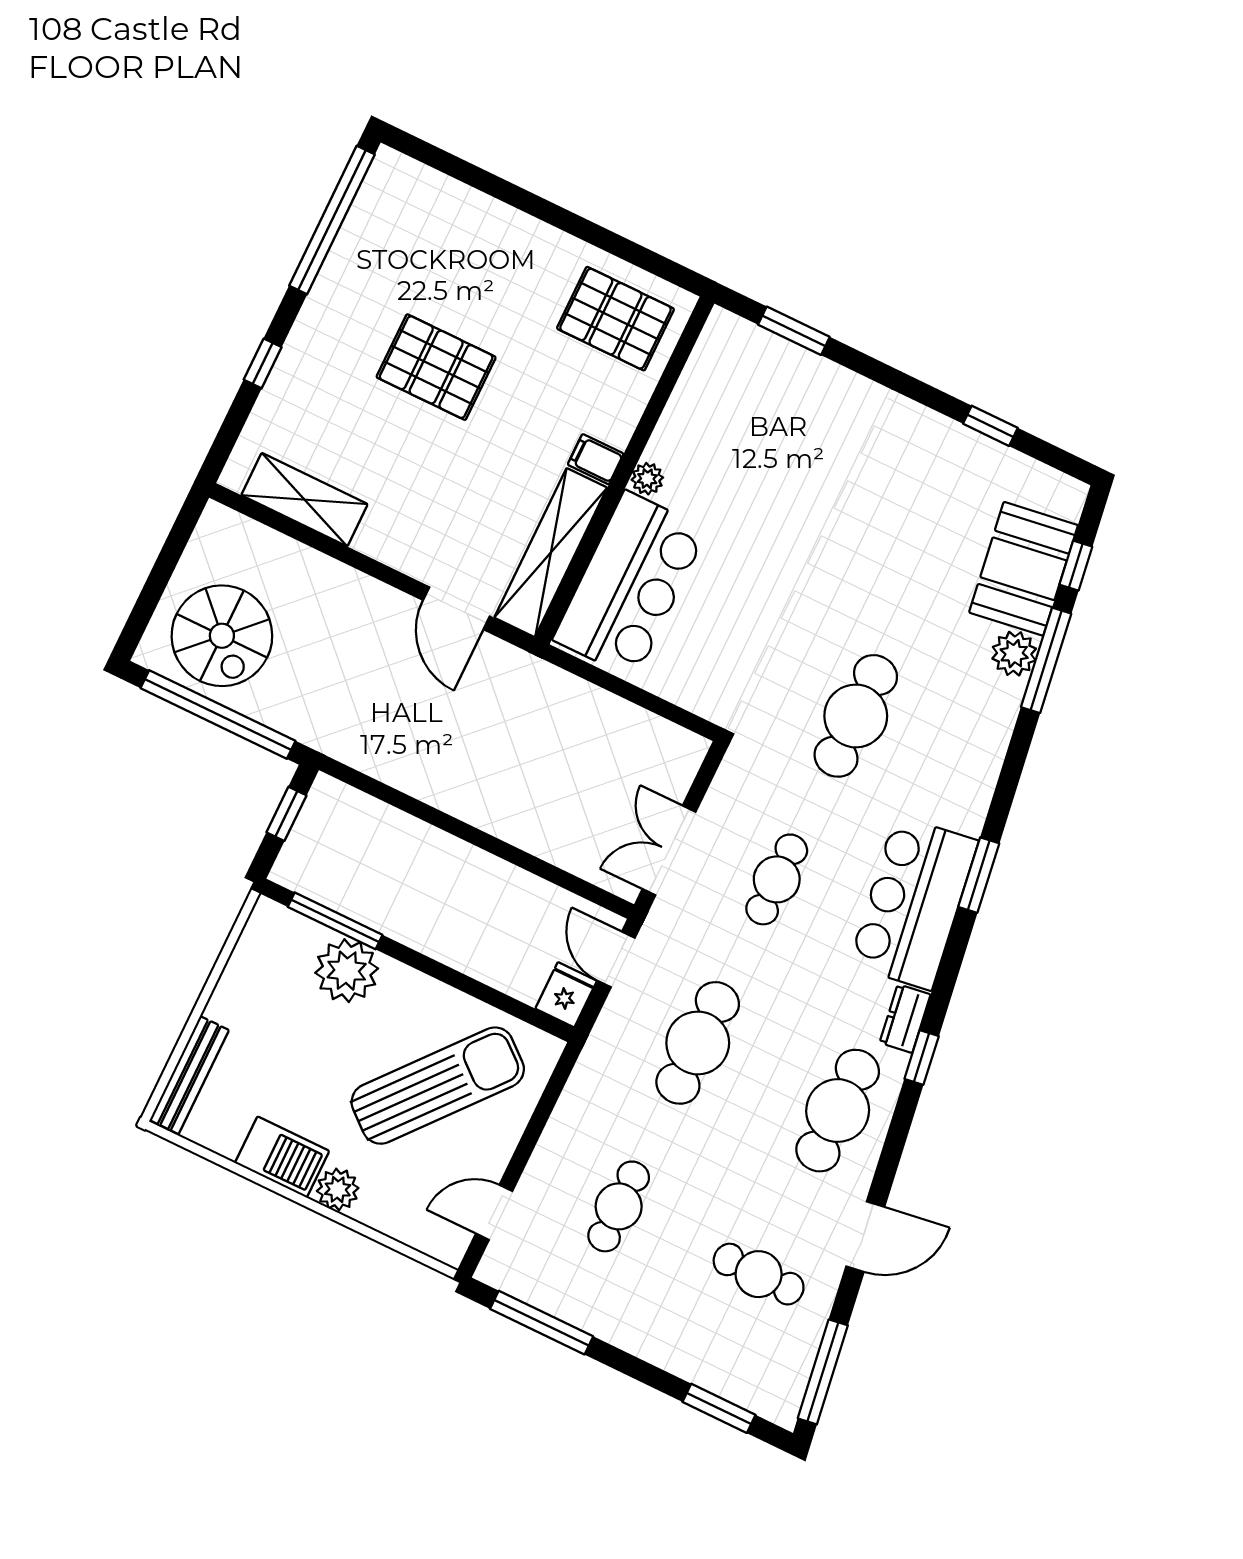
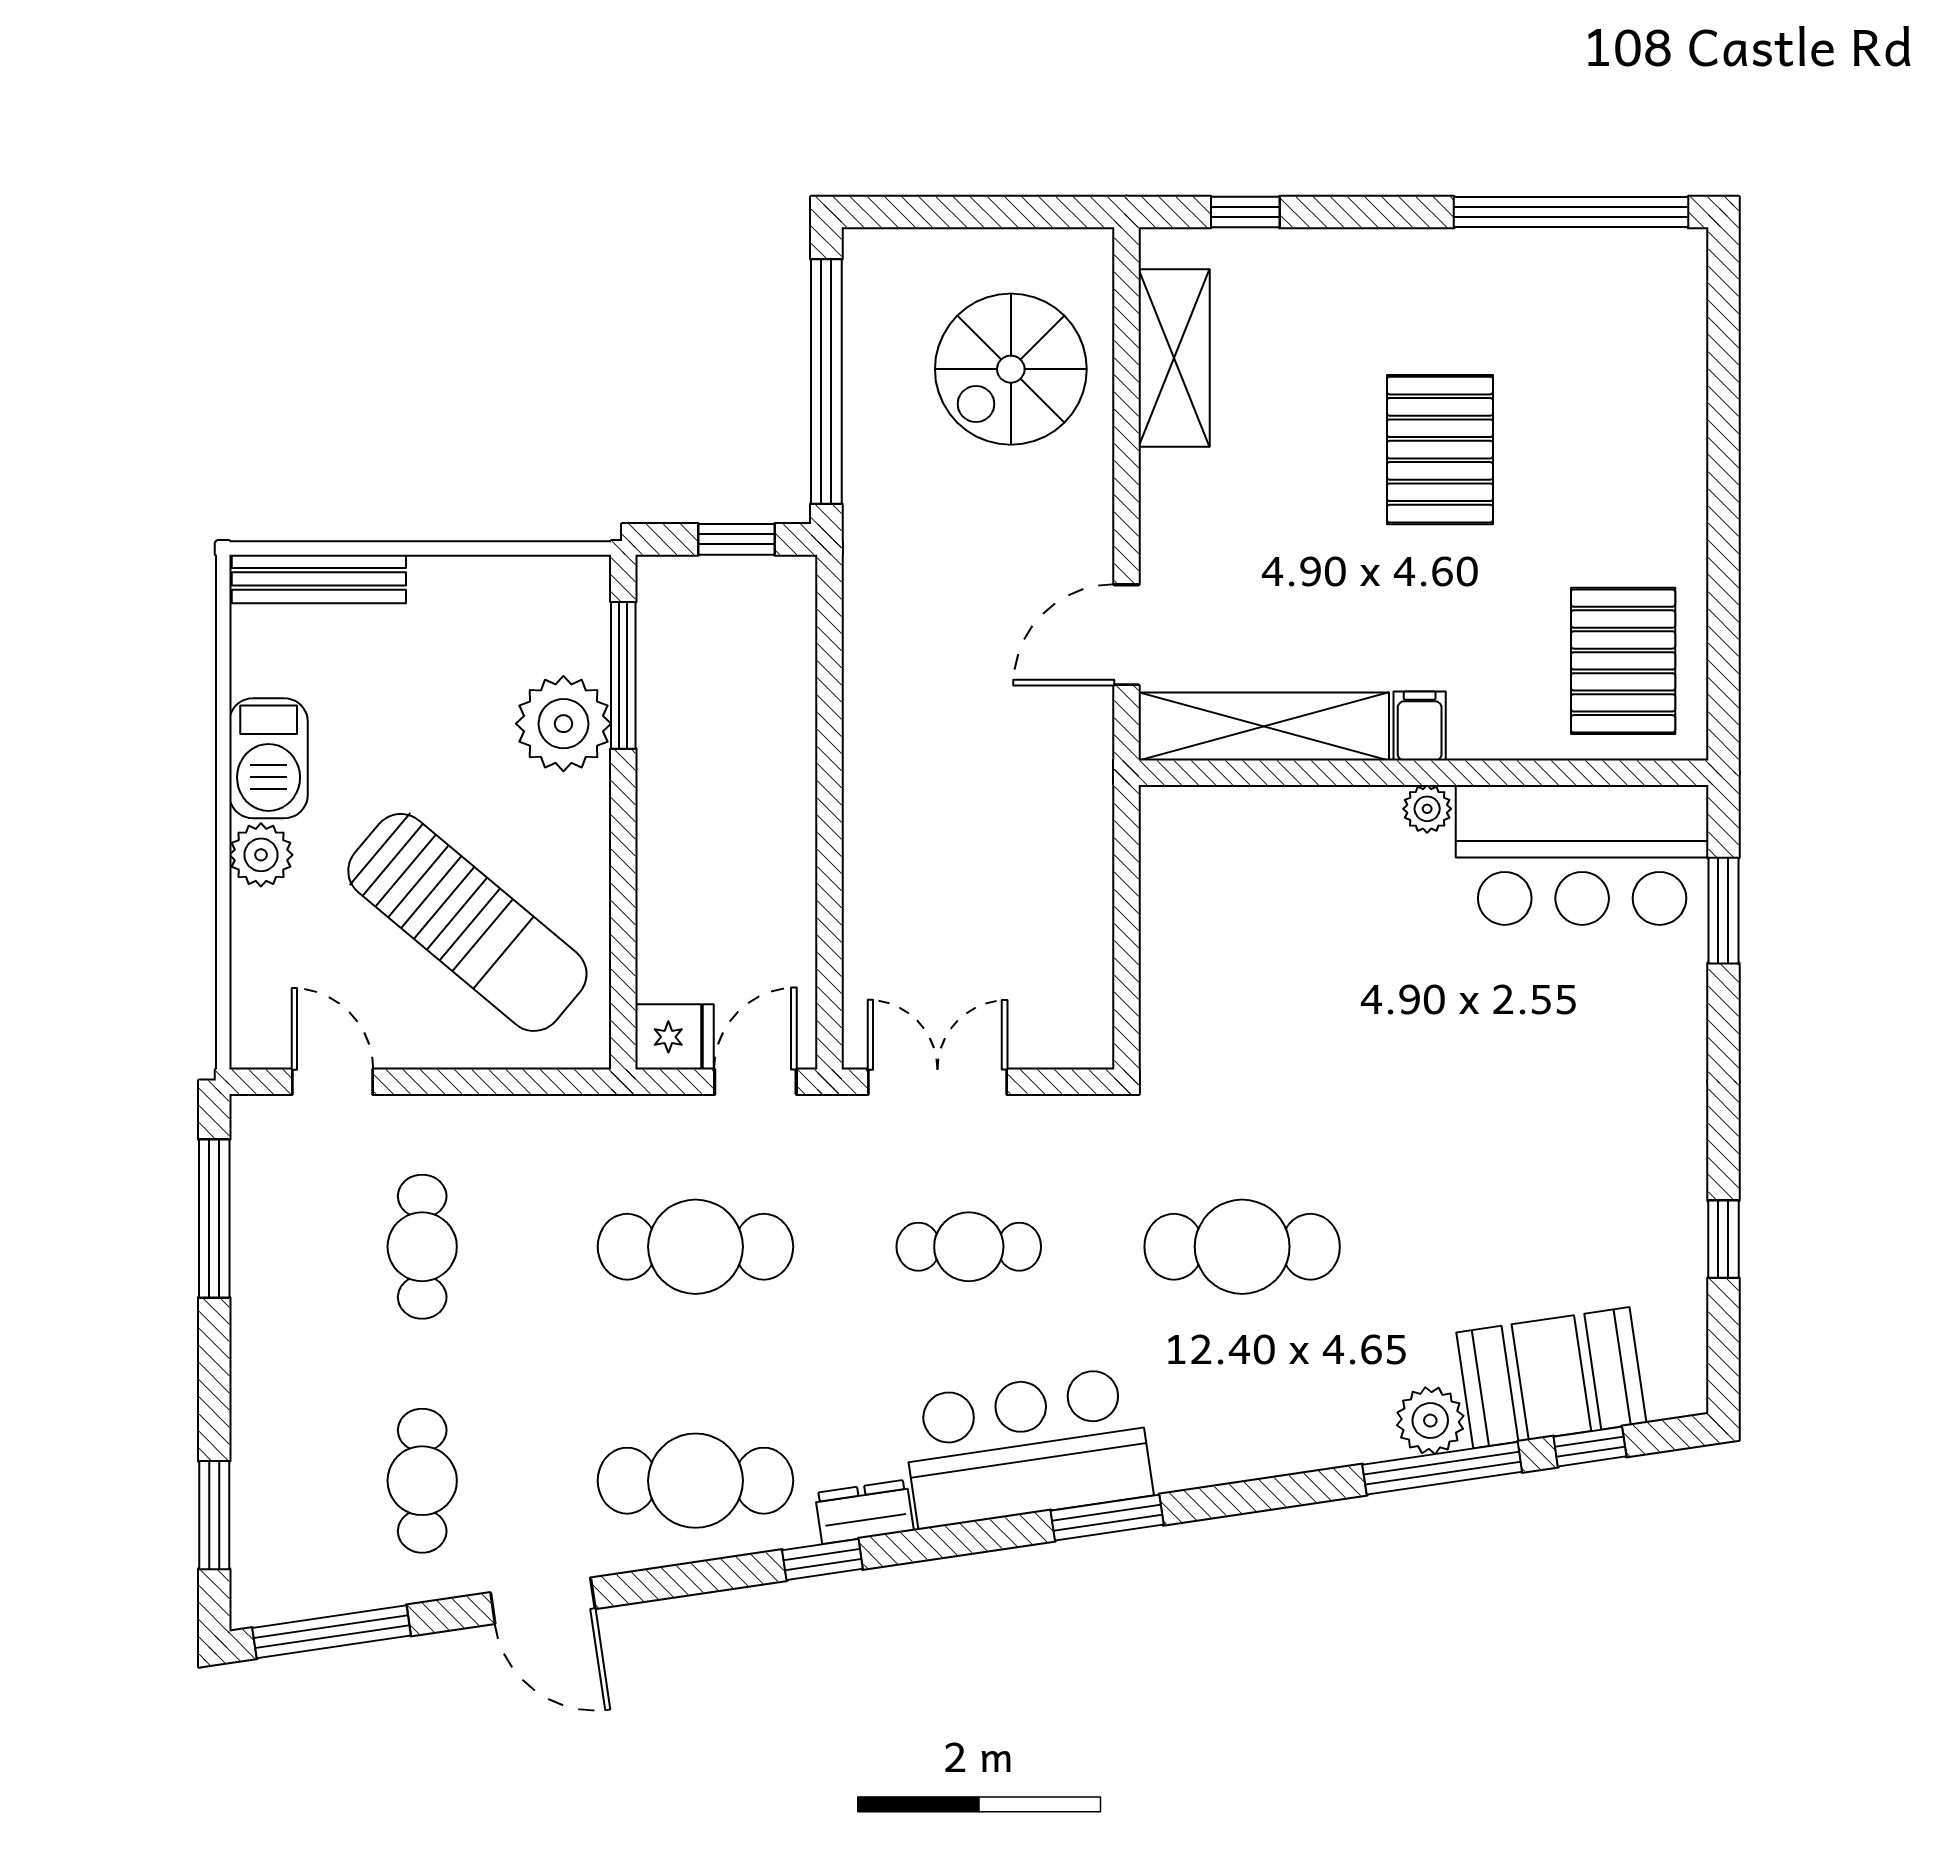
window: (263, 363) -> (1245, 212), moved
bar counter: (630, 585) -> (1582, 855), moved
spiral stairs: (222, 636) -> (1011, 369), moved
cafe table: (619, 1206) -> (422, 1247), turned 90

